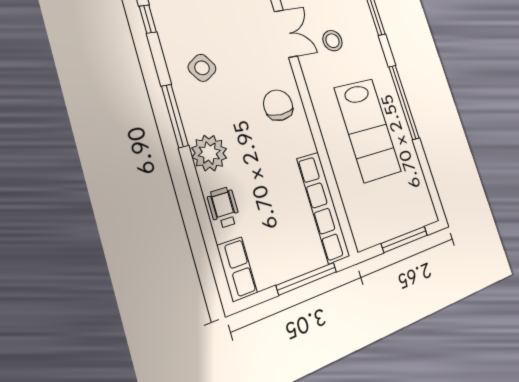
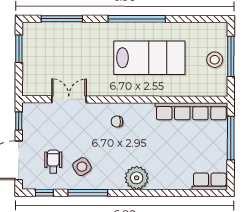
stool: (332, 41) -> (215, 60), moved
chair: (278, 105) -> (117, 122), width x0.54, depth x0.54
window: (175, 116) -> (88, 193), moved
wheelchair: (224, 208) -> (53, 162), moved, turned 90

